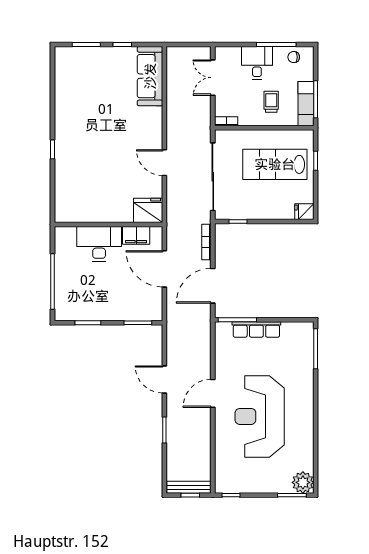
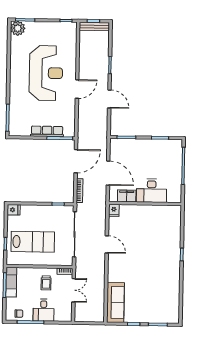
double door: (213, 78) -> (74, 290), moved
trolley: (271, 102) -> (46, 283), moved
fridge: (148, 210) -> (114, 210), width x0.53, depth x0.75

